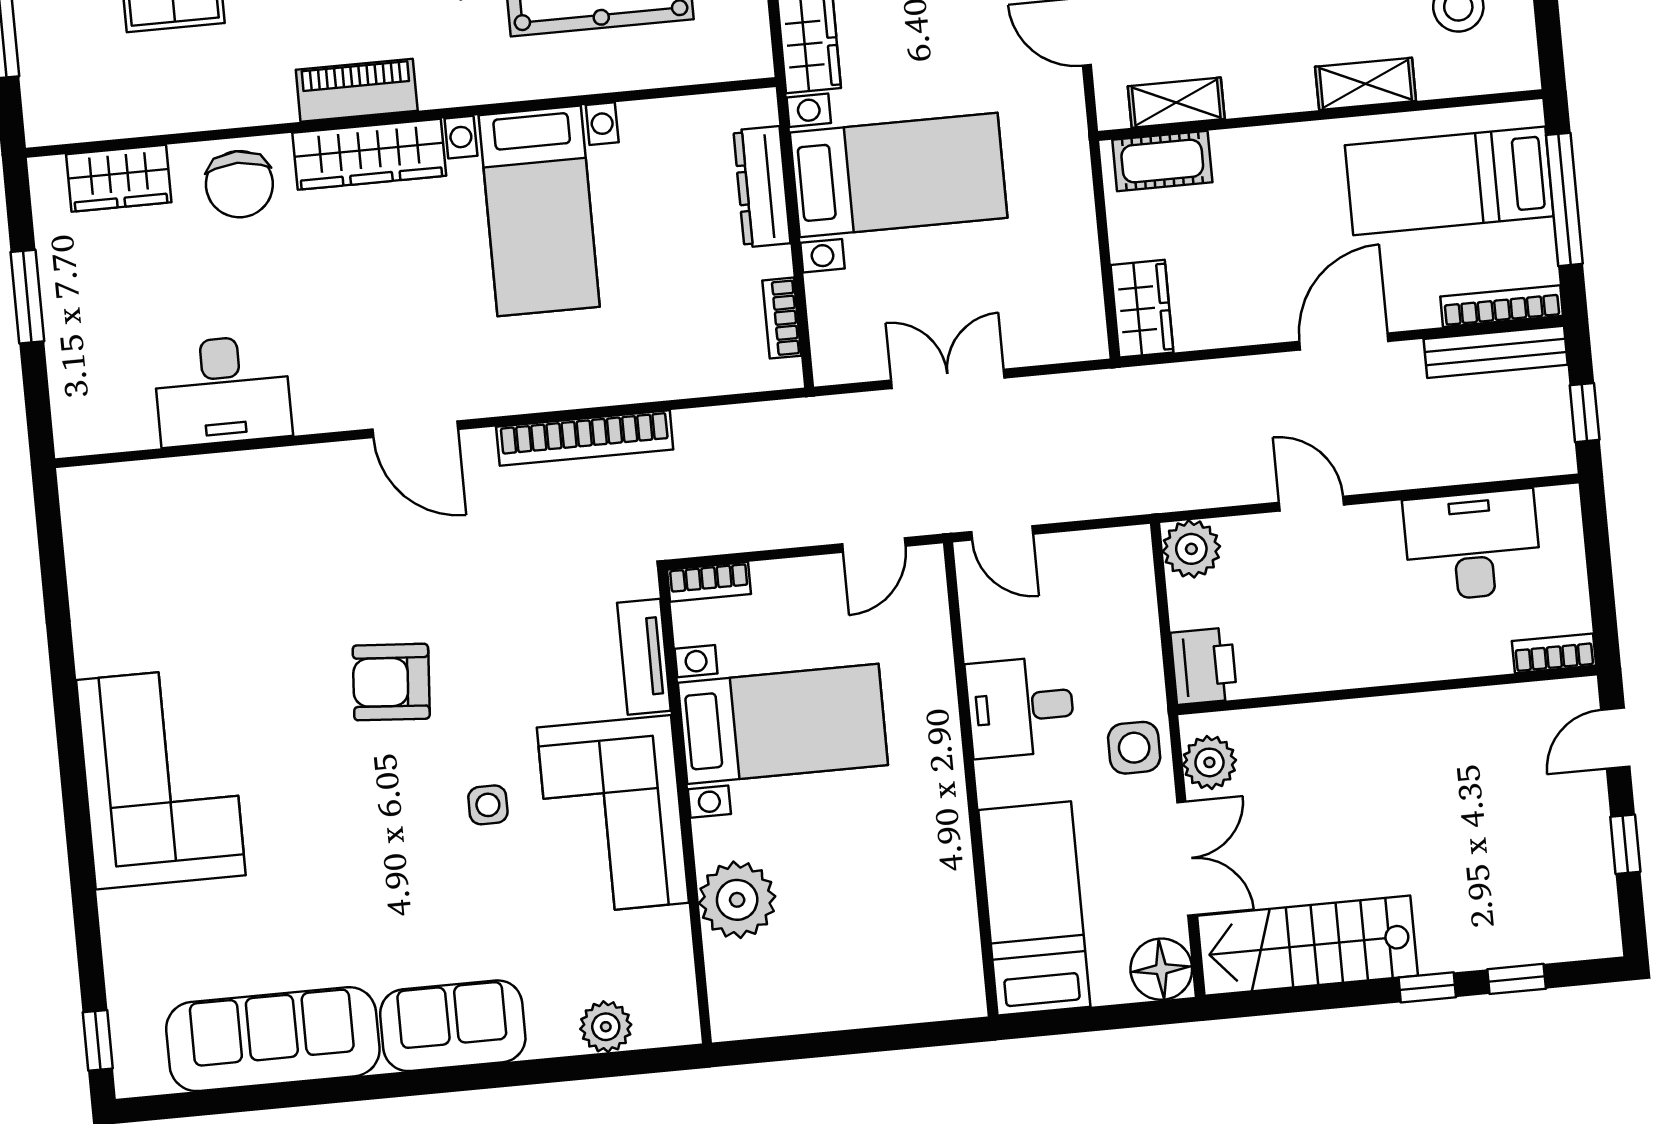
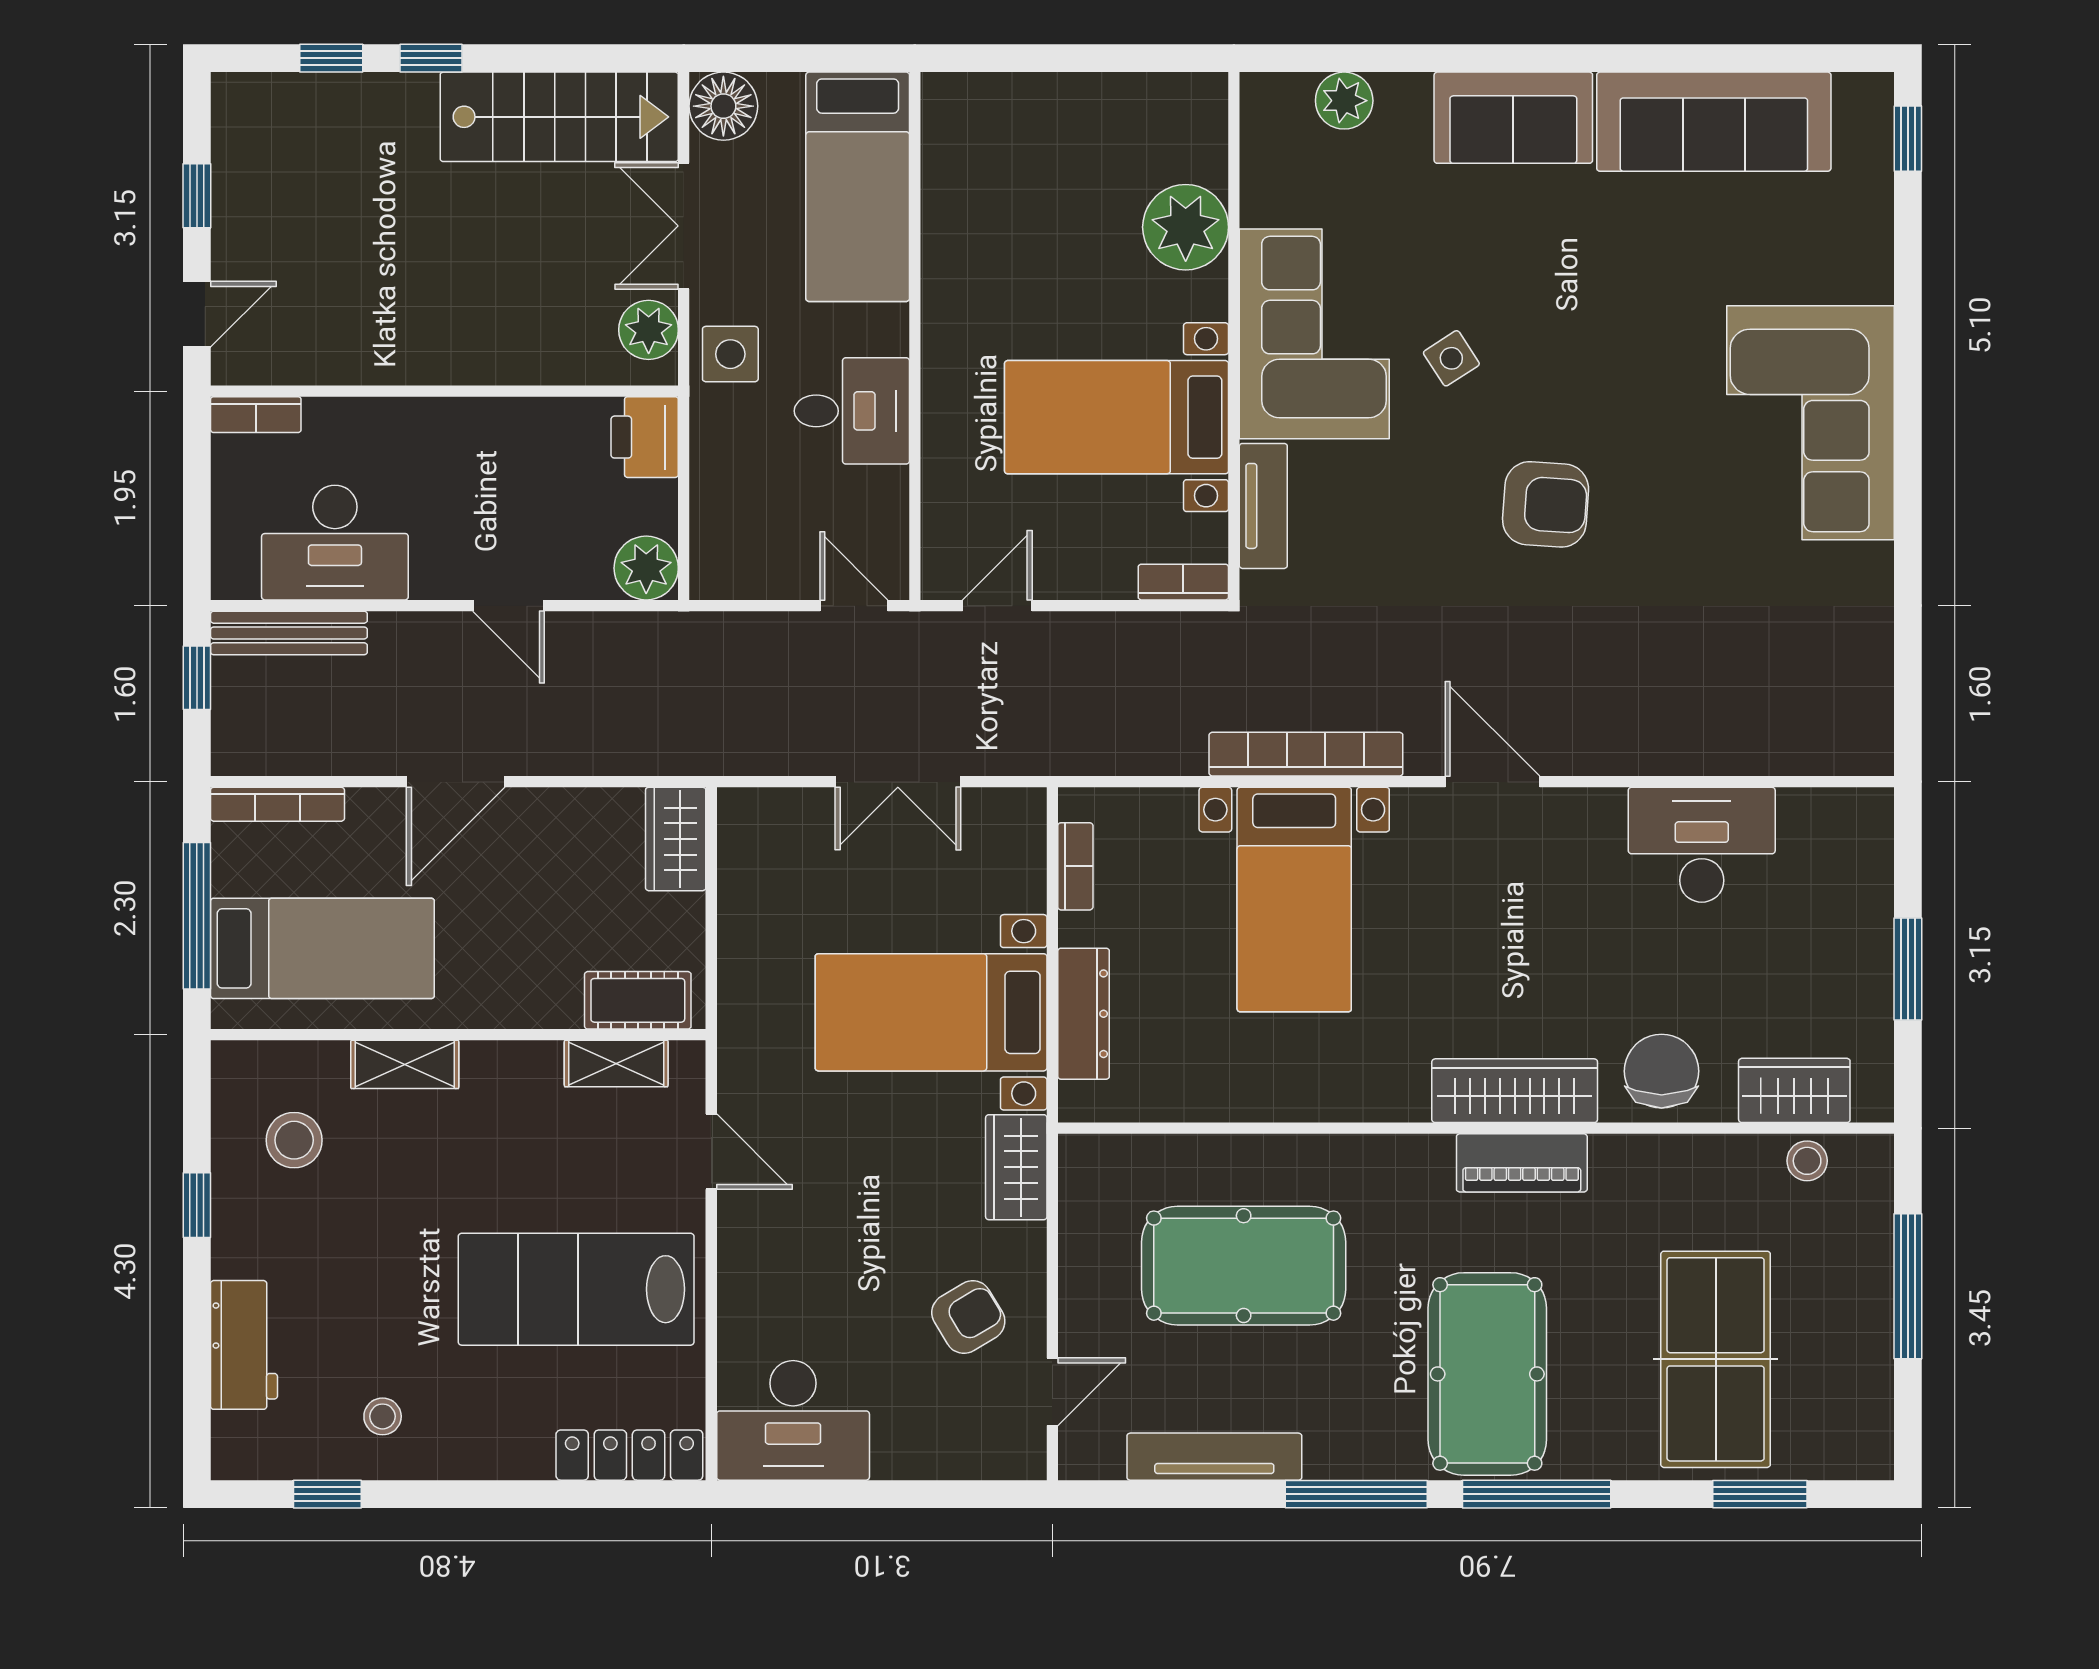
stool: (101, 116) -> (1807, 1161), added
bed with nightstands: (539, 211) -> (1294, 900), moved, turned 180
bench: (1496, 352) -> (289, 633), moved
side table: (488, 805) -> (1451, 358), turned -33

